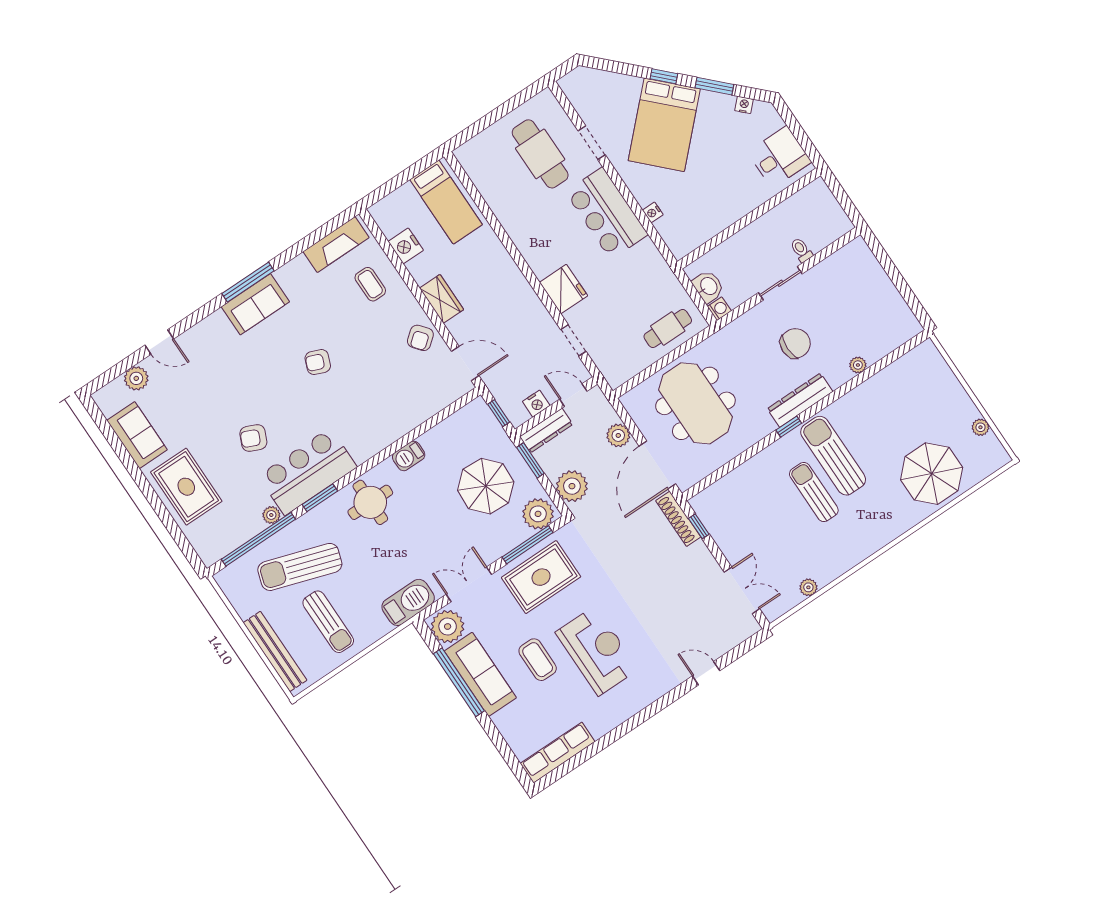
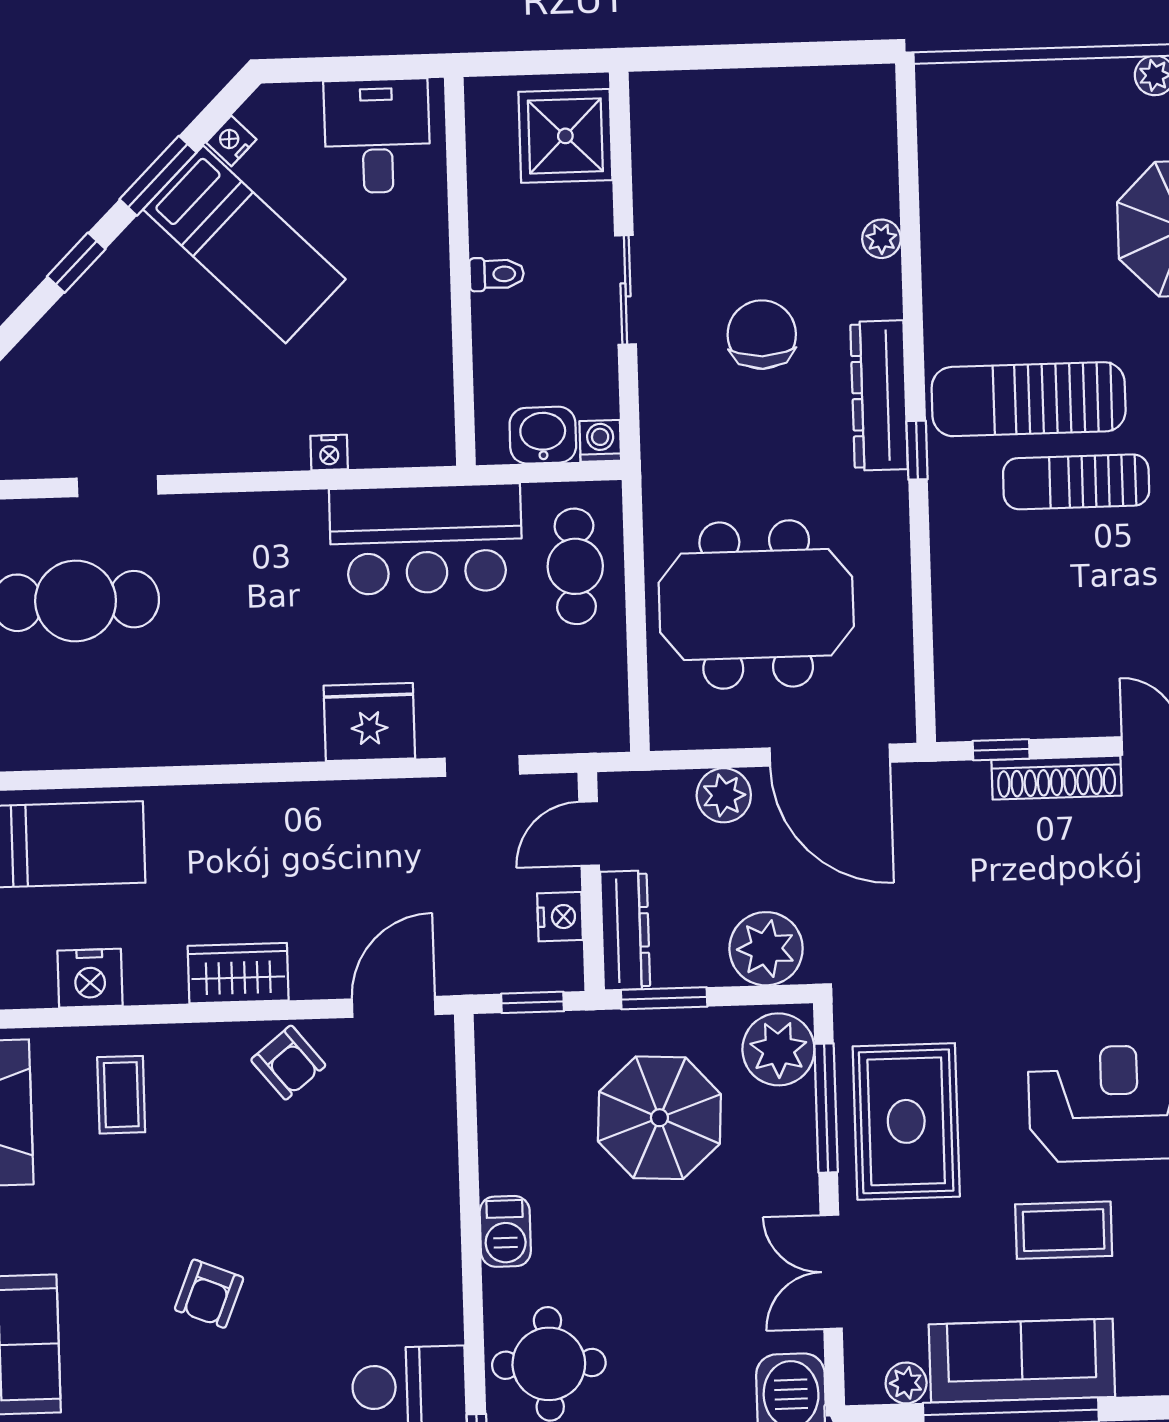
bed: (664, 125) -> (244, 244), moved, width x0.67
bar counter: (607, 213) -> (426, 539), moved
shower: (823, 226) -> (565, 136), added
toilet: (801, 250) -> (497, 274), moved, turned 180
coffee table: (370, 284) -> (121, 1095), turned 90
shoe rack: (678, 519) -> (1056, 778), moved
plant: (448, 627) -> (906, 1383), width x0.53, depth x0.53

